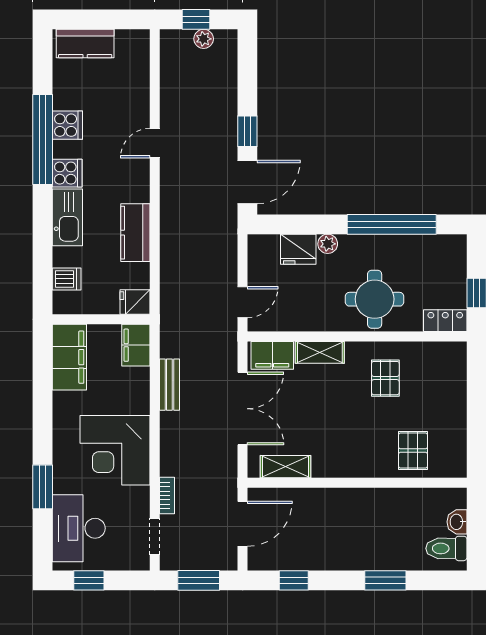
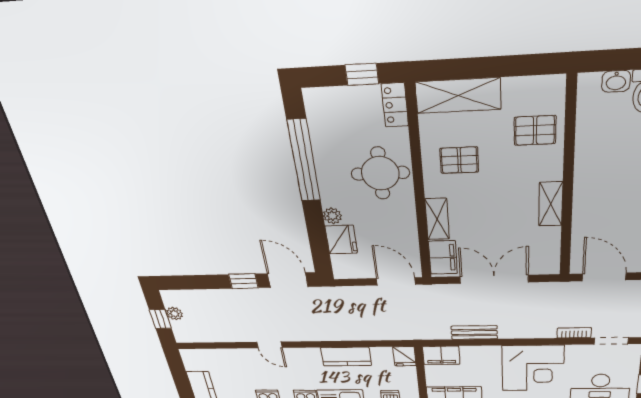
door: (243, 302) -> (396, 281), width x1.38
shelving: (451, 380) -> (458, 96), added
shelving: (285, 467) -> (551, 204), moved

